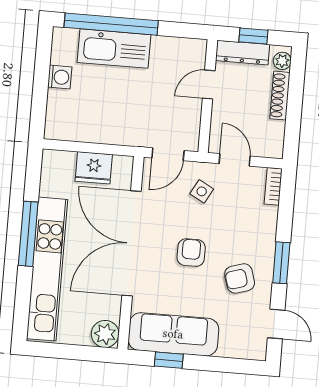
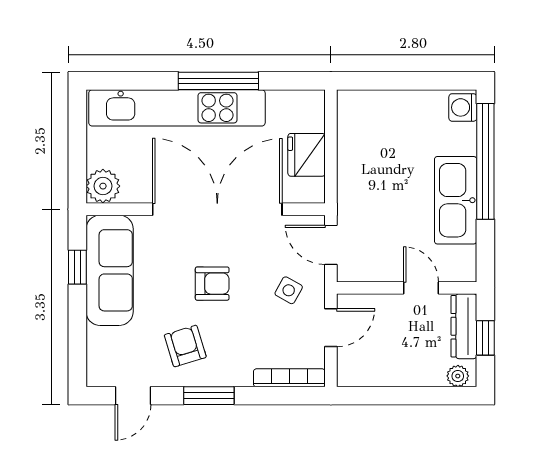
kitchen sink: (114, 49) -> (456, 200), moved
washing machine: (60, 77) -> (463, 107), moved, turned 90
shoe rack: (280, 96) -> (415, 377), removed
bookcase: (273, 186) -> (289, 378), width x1.56

